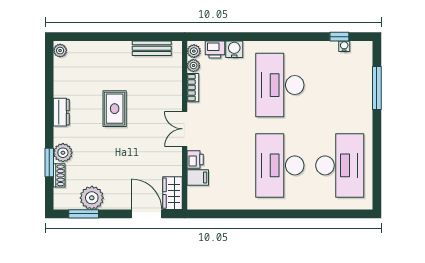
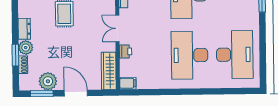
dresser: (61, 112) -> (24, 29), moved
filing cabinet: (198, 178) -> (128, 83), moved
wardrobe: (173, 193) -> (109, 71), width x1.50
door: (147, 214) -> (76, 93), moved

